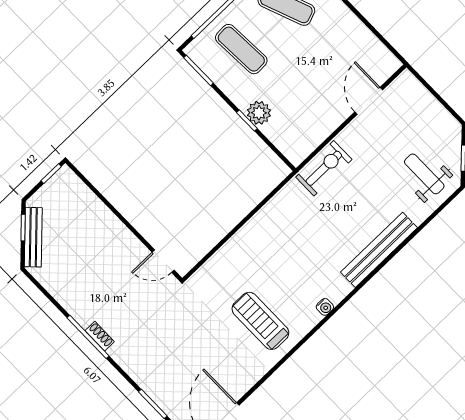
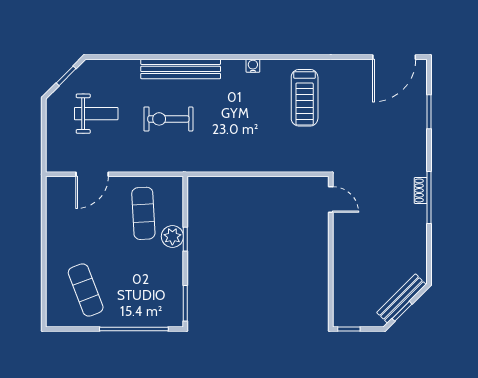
exercise mat: (241, 49) -> (143, 213), moved
exercise bike: (324, 168) -> (168, 119), moved
weight bench: (424, 174) -> (96, 114), moved, turned -90

